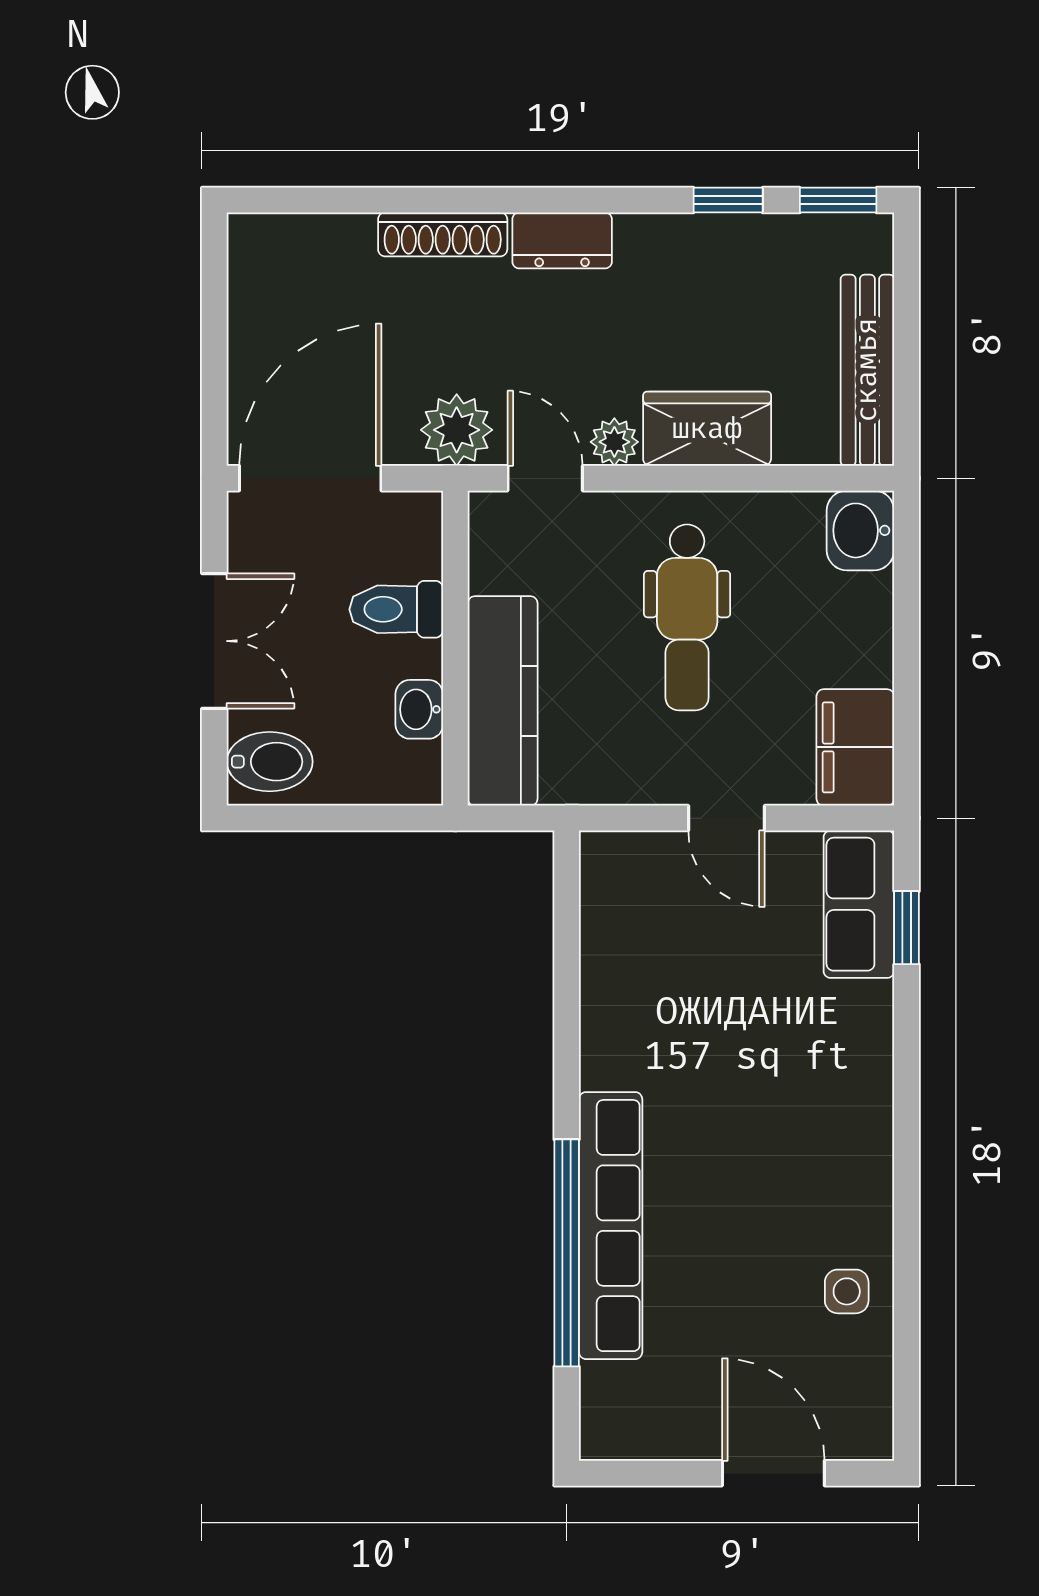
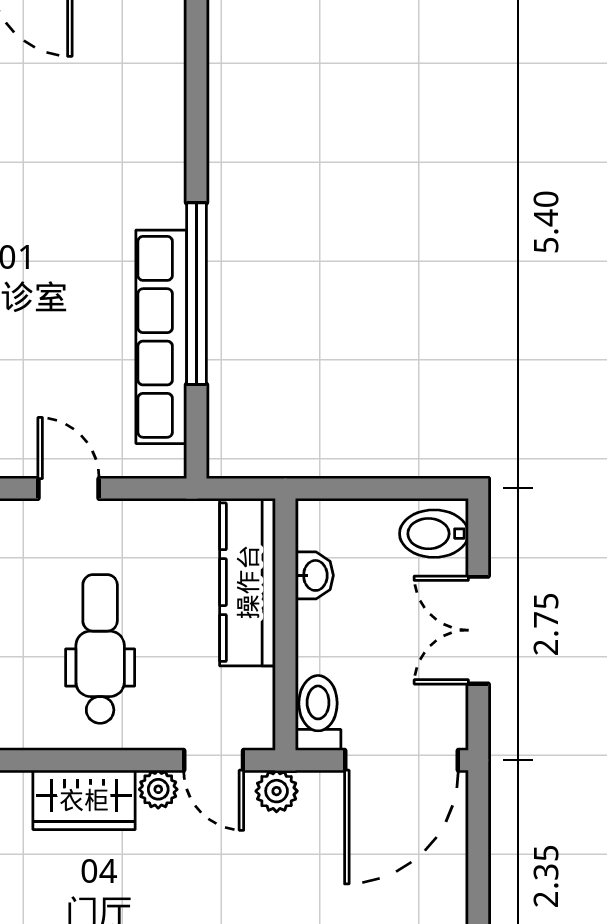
plant: (457, 430) -> (277, 791), width x0.73, depth x0.73
toilet: (396, 609) -> (318, 713), moved, turned -90
row of seats: (611, 1226) -> (161, 337), moved
window: (567, 1253) -> (196, 294), moved

